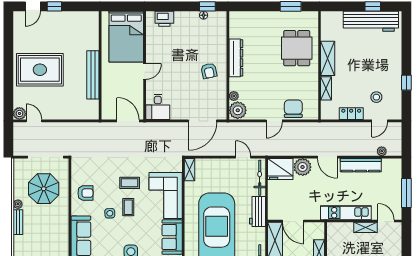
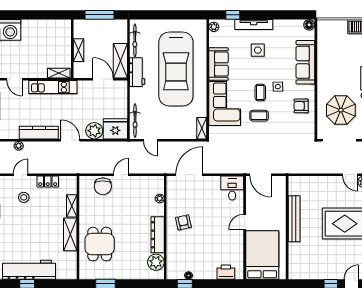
plant: (238, 110) -> (156, 262), moved
workbench: (257, 212) -> (137, 72), moved
shelving: (365, 227) -> (59, 73), moved

